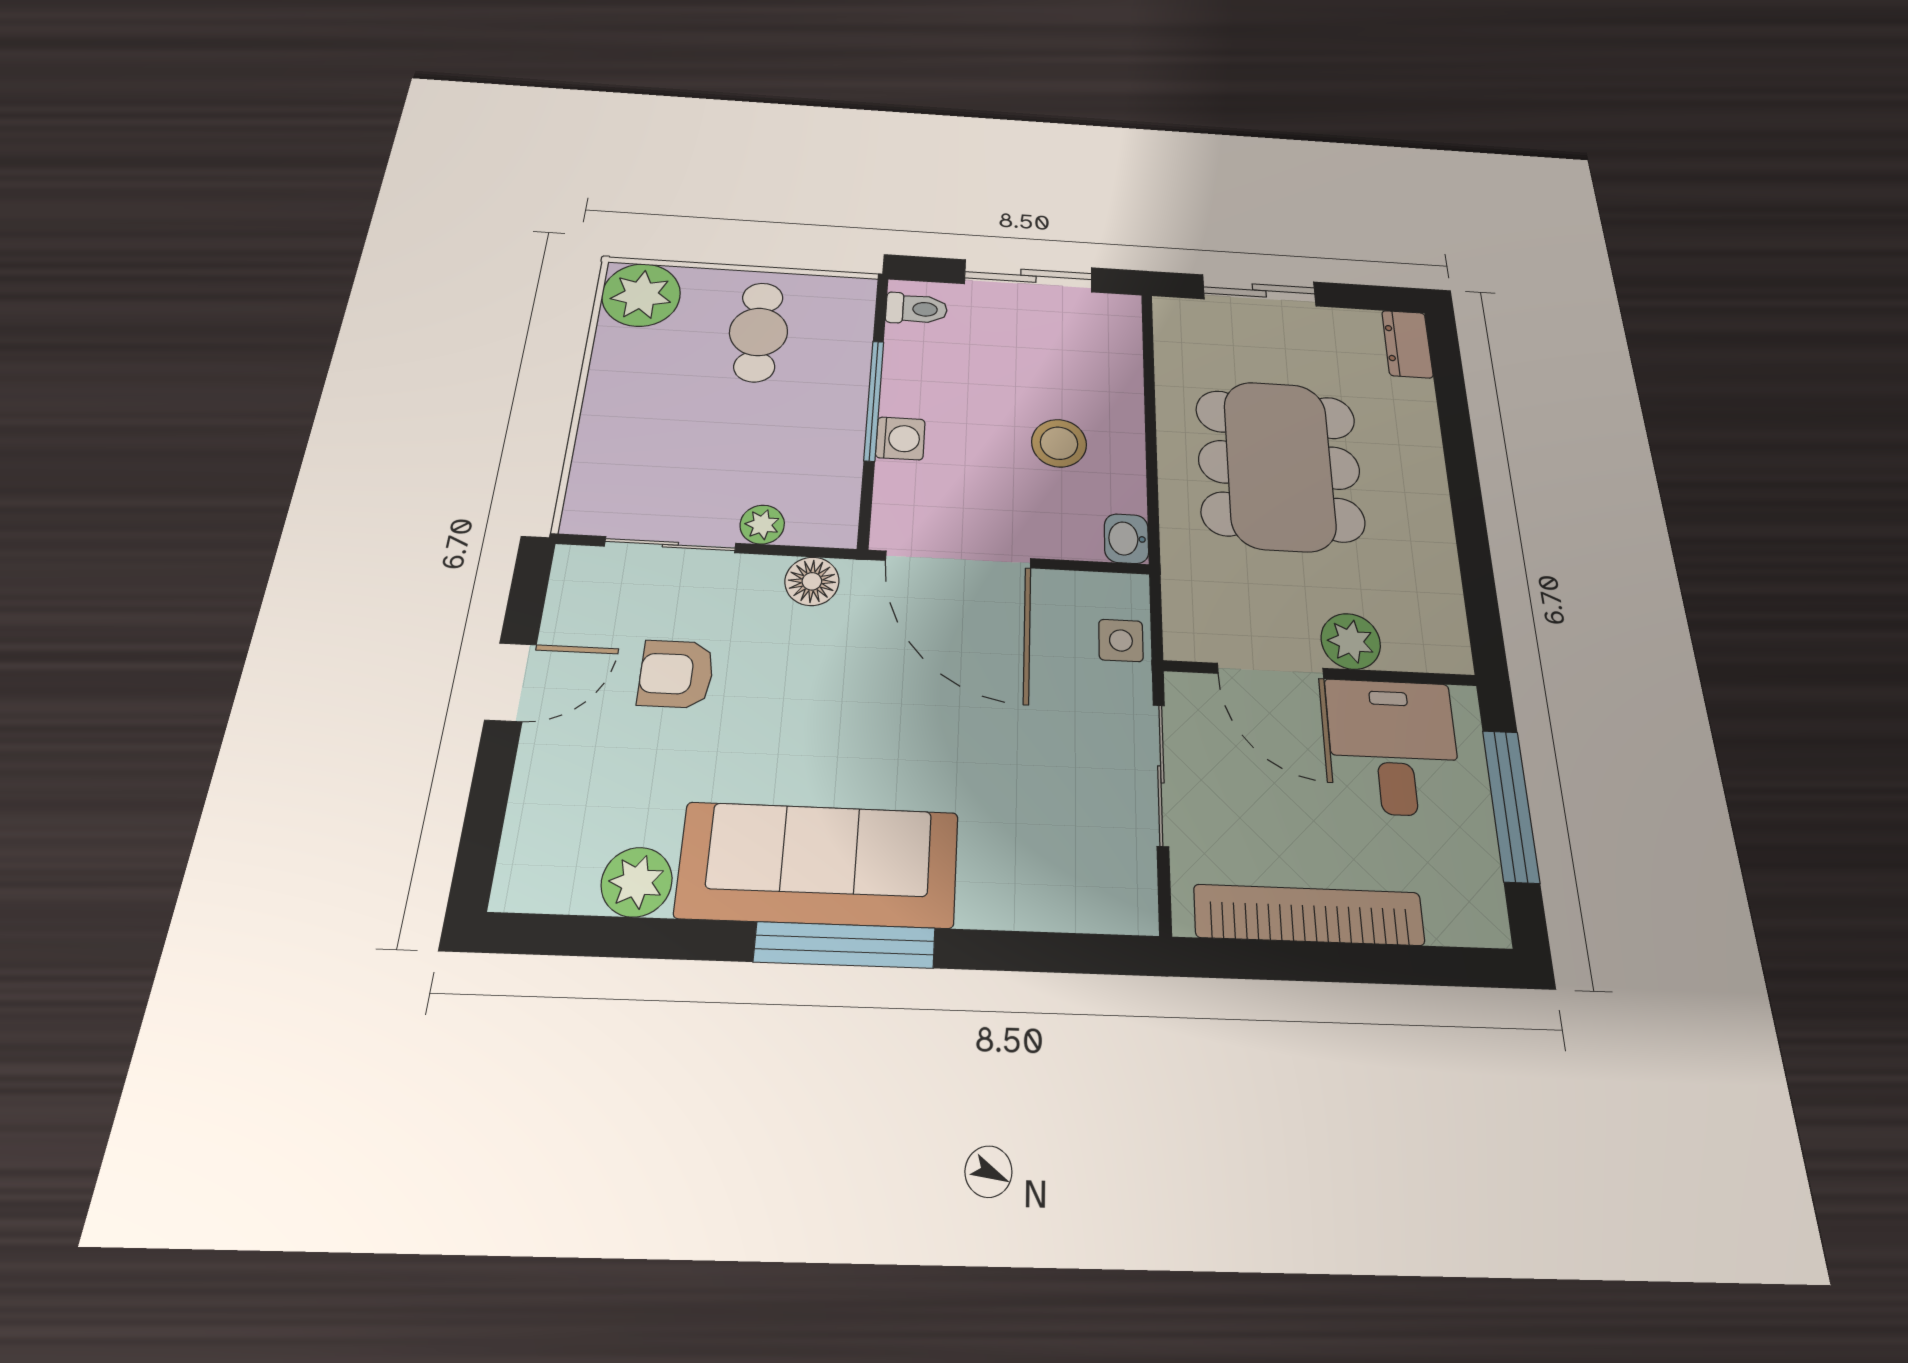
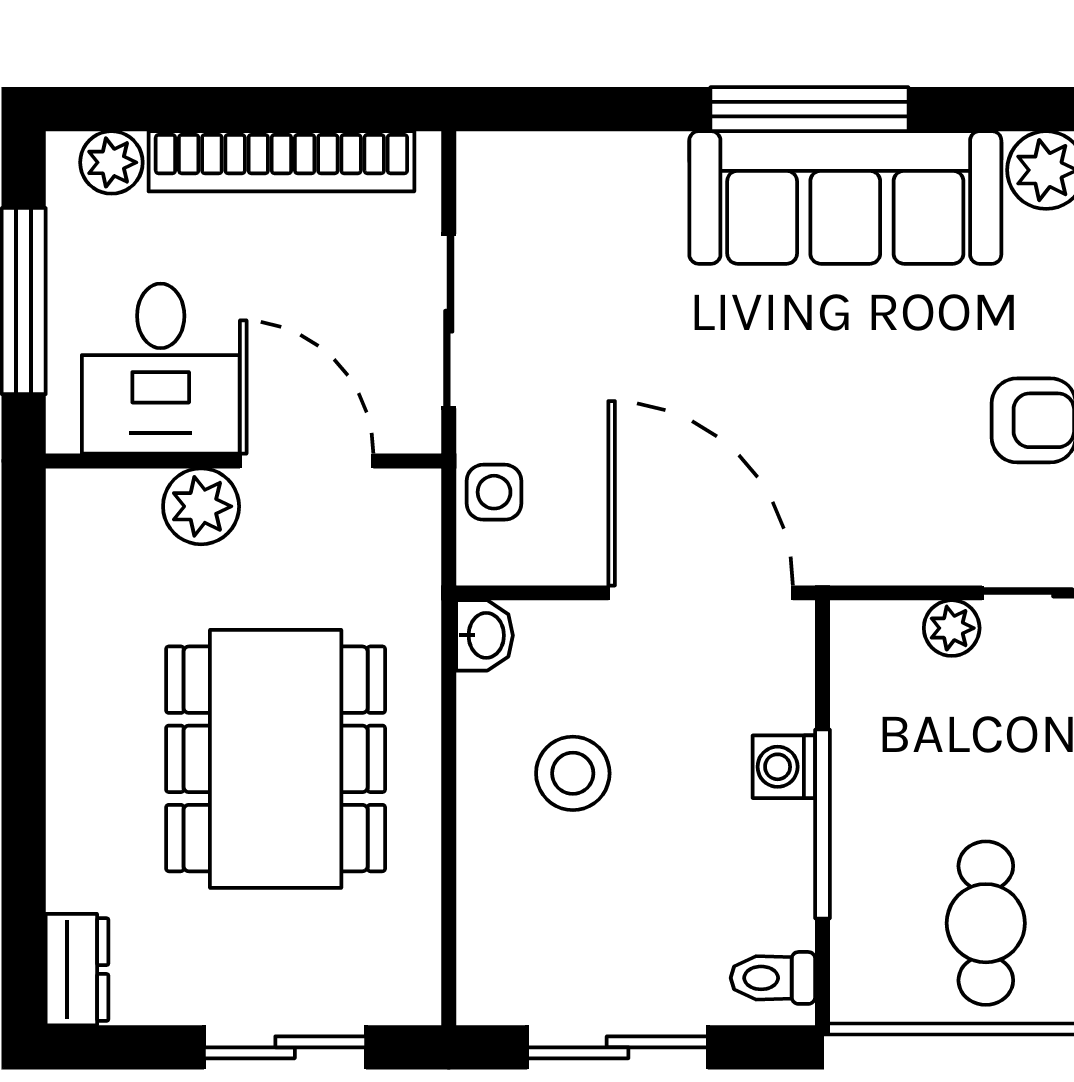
floor lamp: (812, 581) -> (882, 552), removed
plant: (1453, 919) -> (111, 162), added

